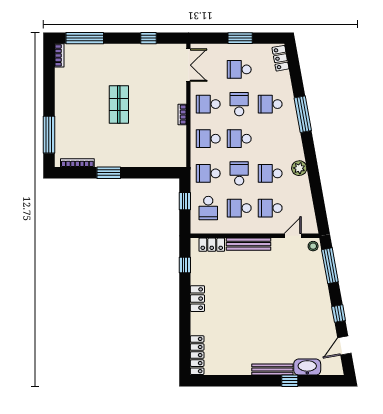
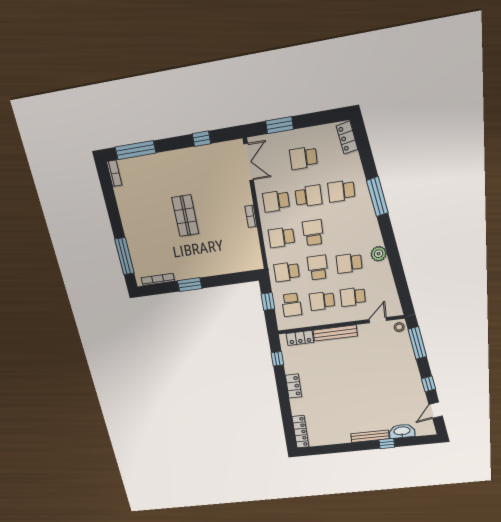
window: (240, 38) -> (280, 125), moved
school desk: (239, 104) -> (308, 196), turned 90
school desk: (239, 139) -> (313, 233), turned 90

